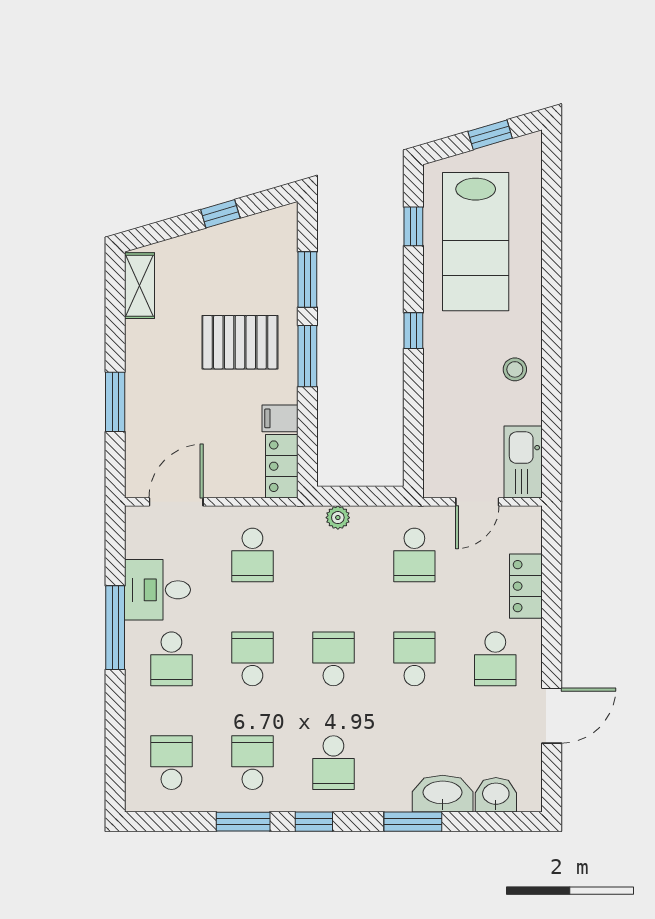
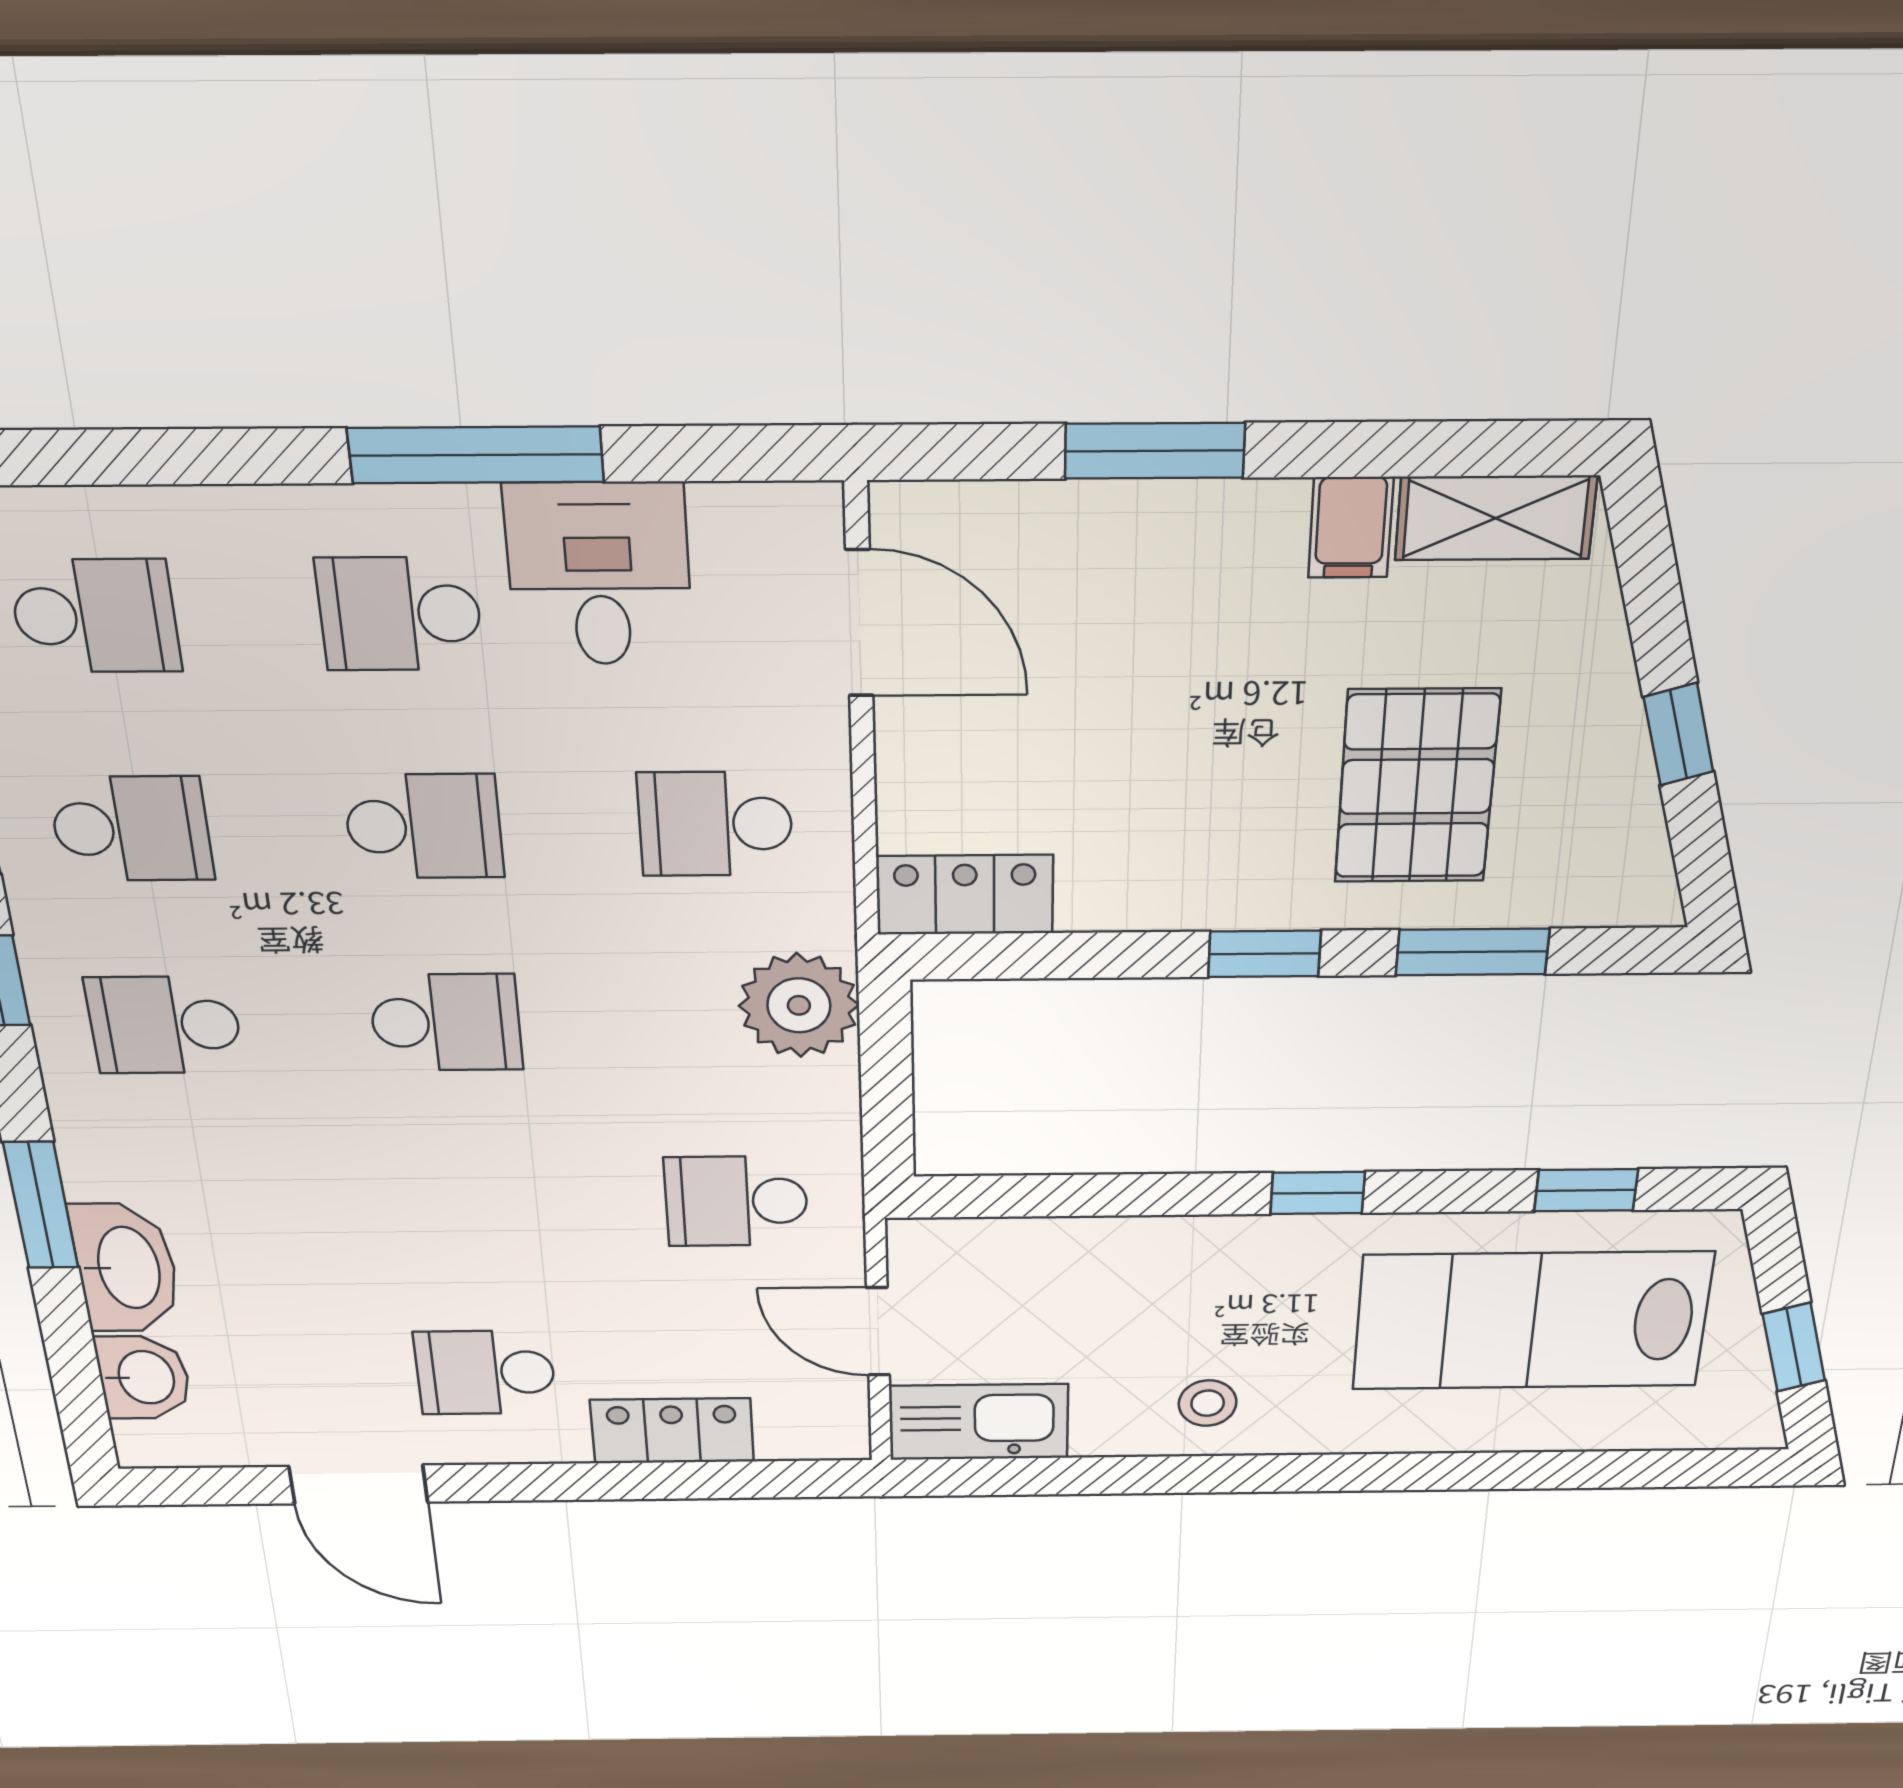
pallet: (240, 342) -> (1417, 787), moved
window: (307, 356) -> (1264, 954), width x0.67
filing cabinet: (280, 418) -> (1351, 528), moved, turned 180
plant: (338, 518) -> (799, 1005), width x1.87, depth x1.87
school desk: (414, 659) -> (466, 1204), removed

